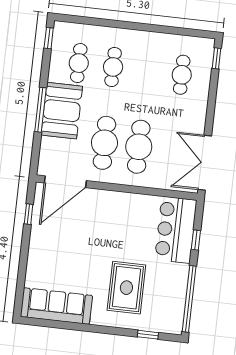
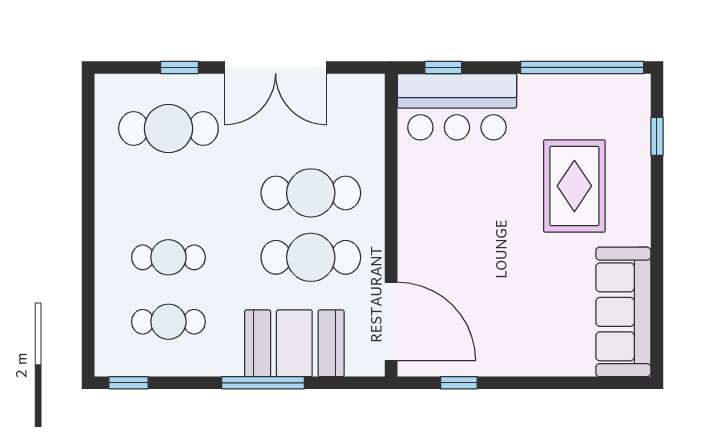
window: (217, 58) -> (180, 67), moved
cafe table: (182, 75) -> (168, 129), width x1.37, depth x1.35
booth: (62, 111) -> (294, 343), moved
double door: (205, 163) -> (276, 67), moved
window: (196, 240) -> (443, 67), moved
rug: (126, 288) -> (574, 186), turned 90

